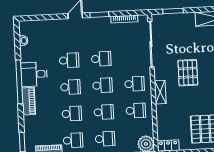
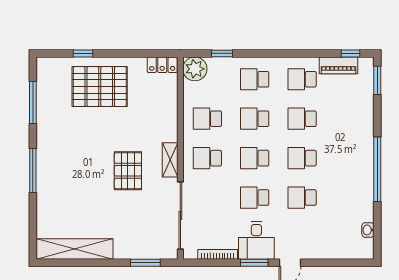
desk: (34, 74) -> (256, 240), moved, turned 90
shelving: (160, 92) -> (170, 160), moved
piano: (29, 101) -> (365, 140), removed

